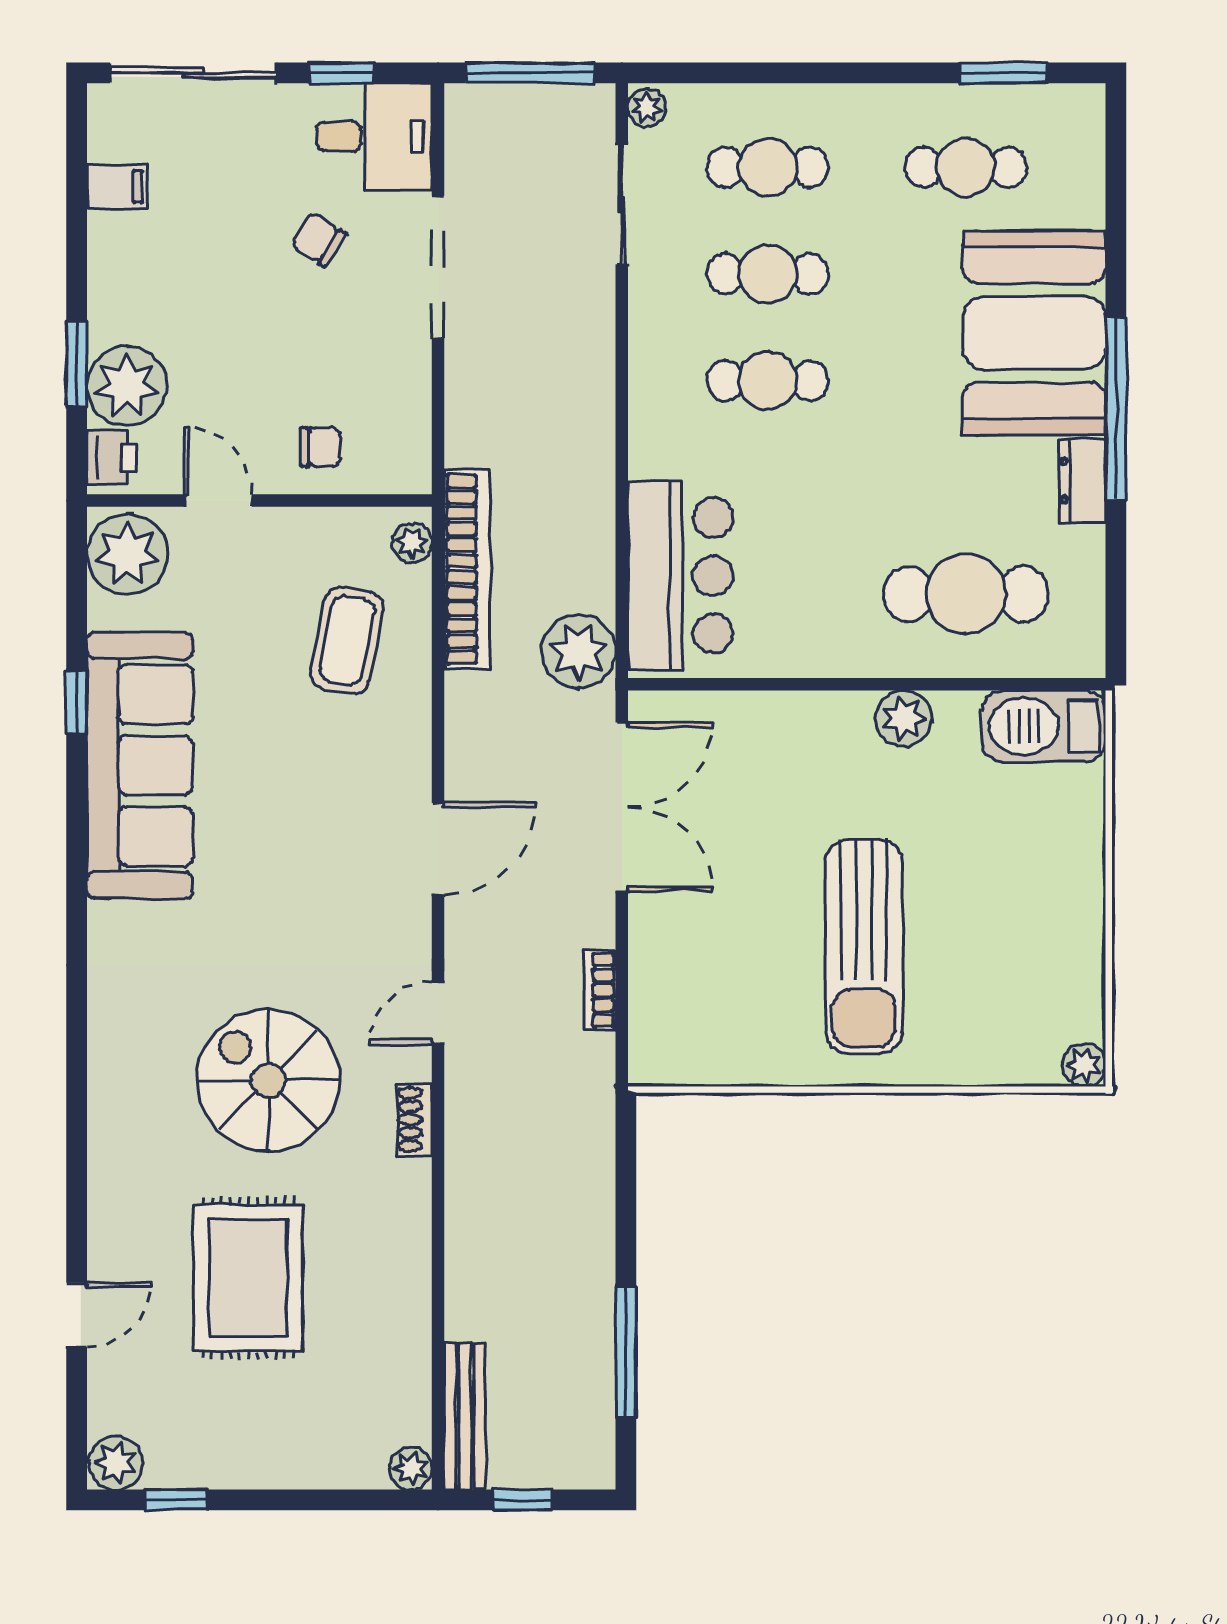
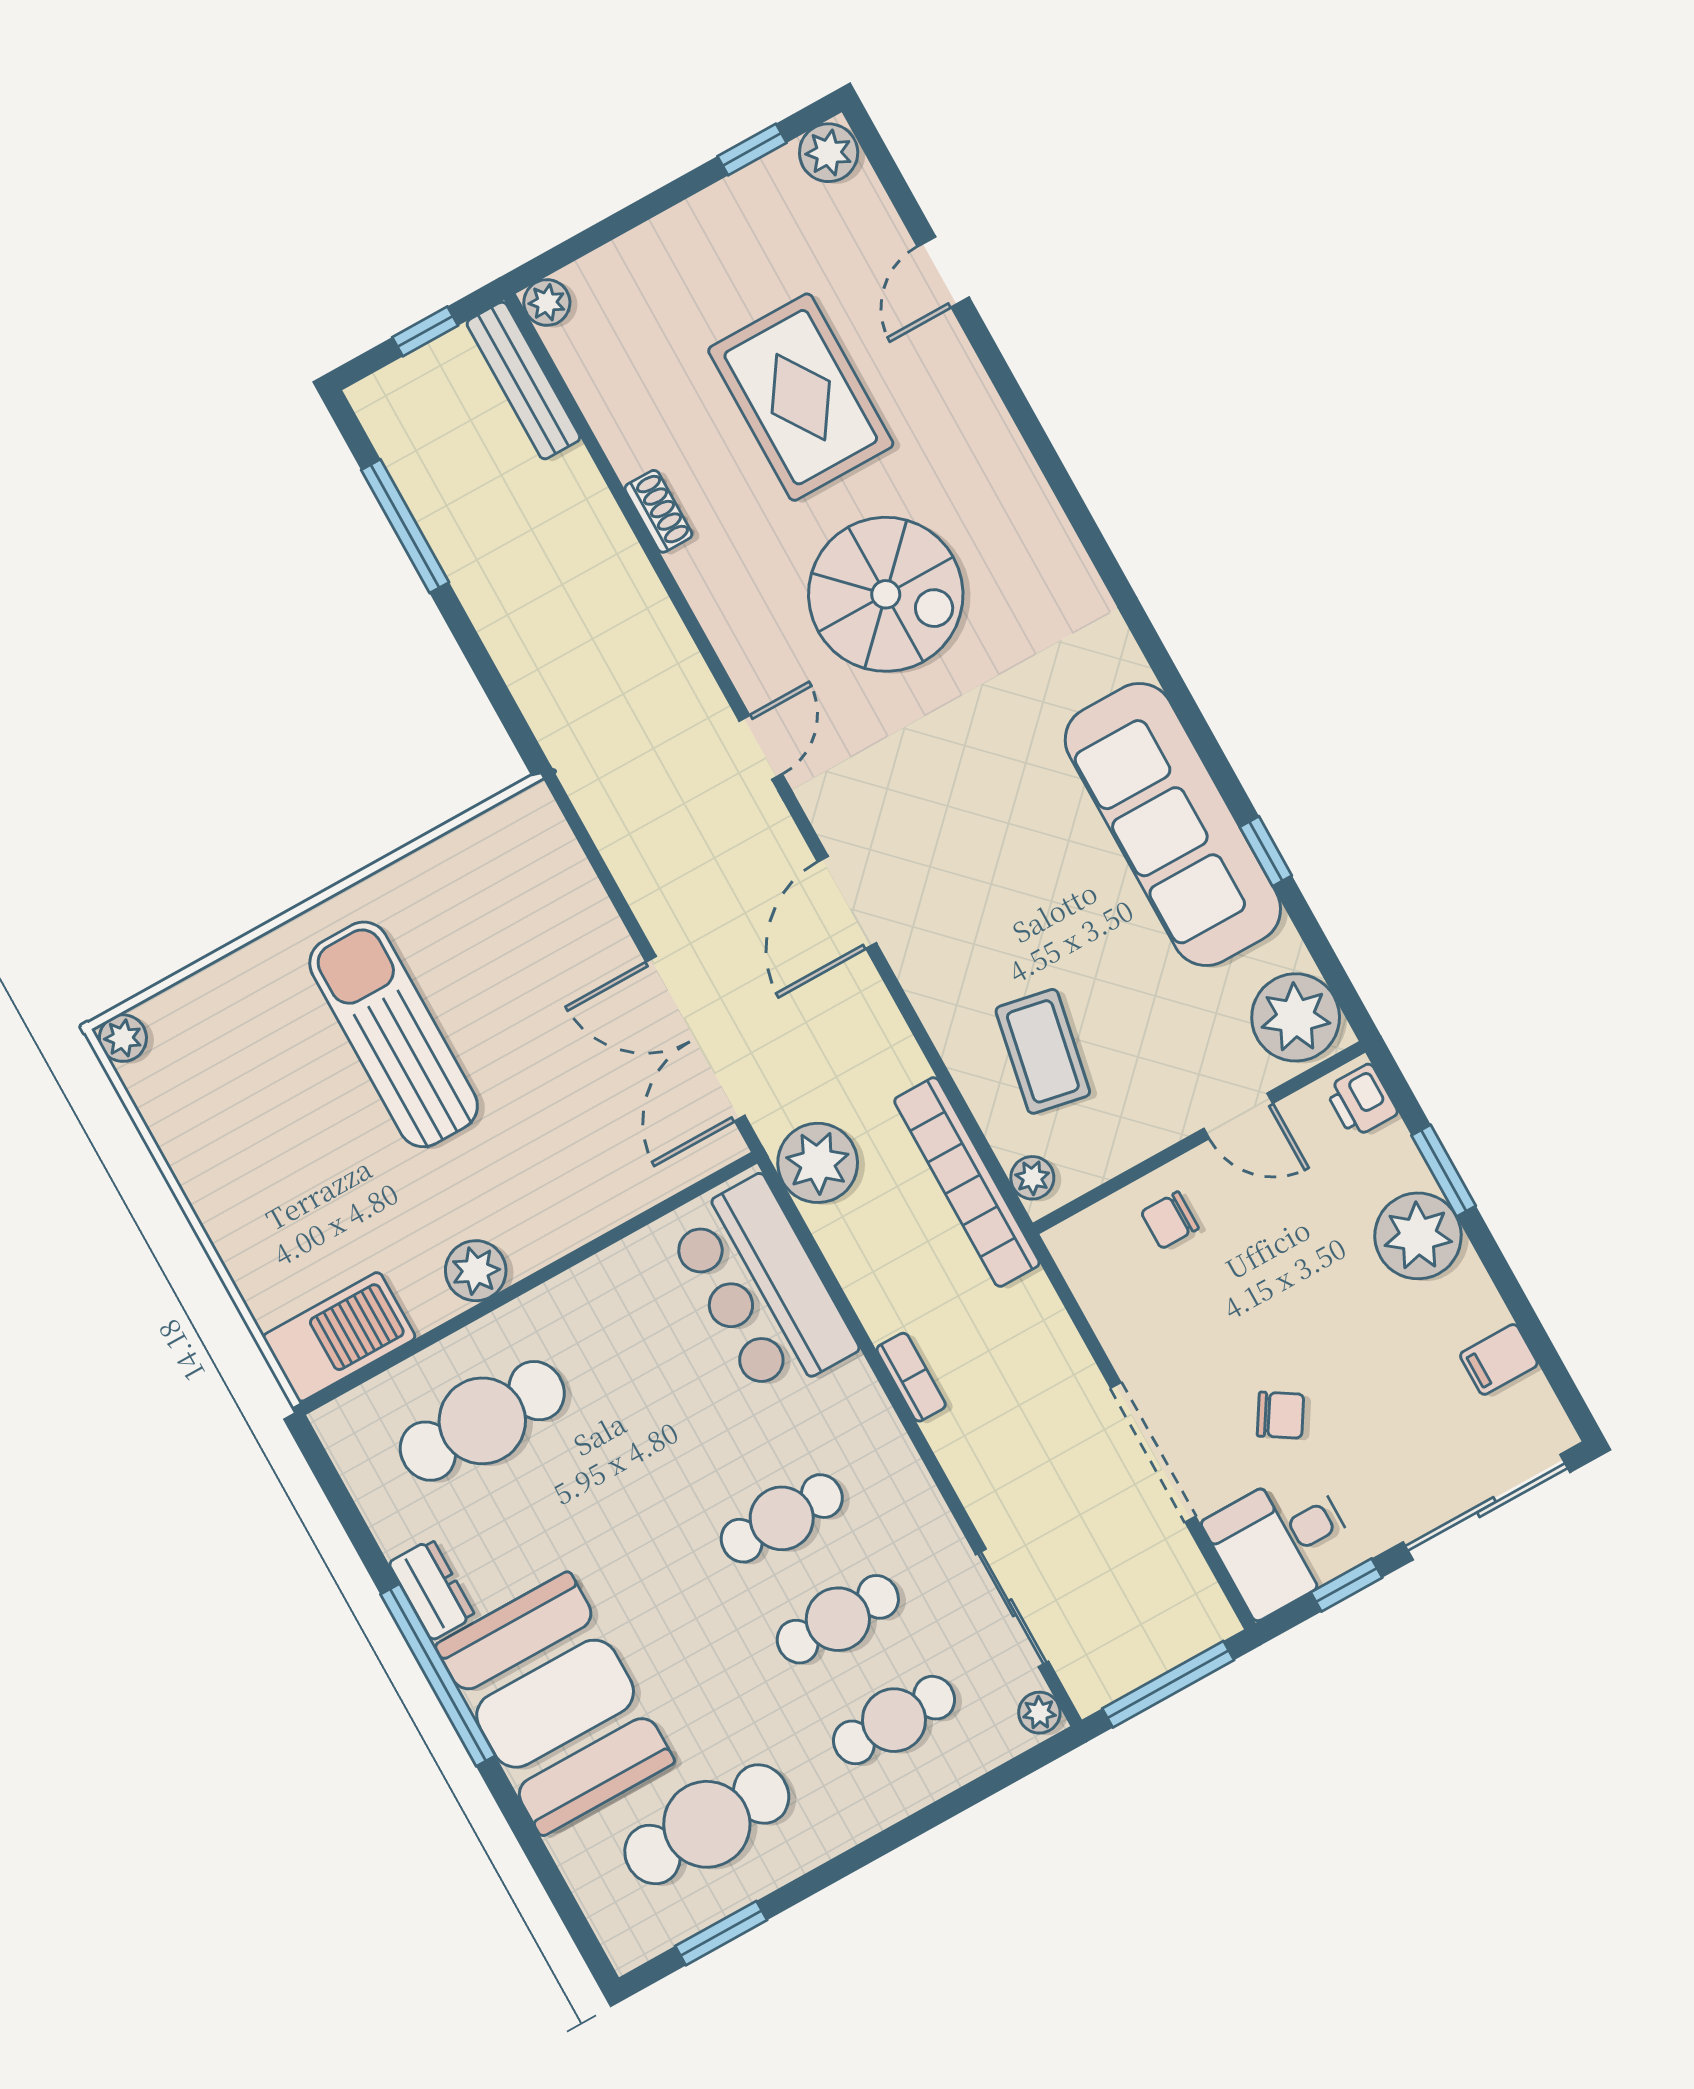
cafe table: (966, 167) -> (707, 1824), width x1.37, depth x1.35
plant: (127, 386) -> (1418, 1236), moved
bookcase: (600, 990) -> (911, 1377), moved
shoe rack: (414, 1120) -> (658, 511), moved

